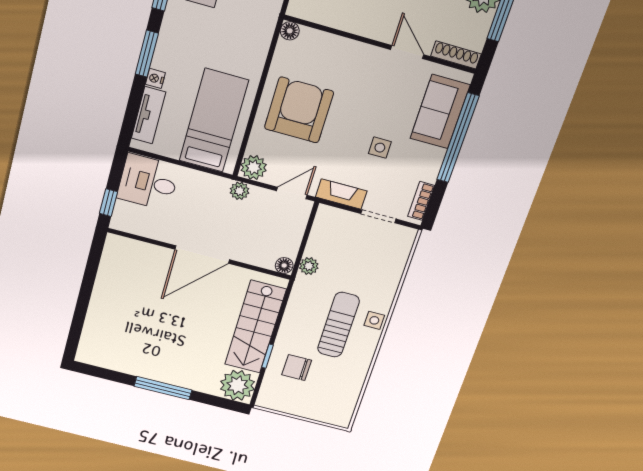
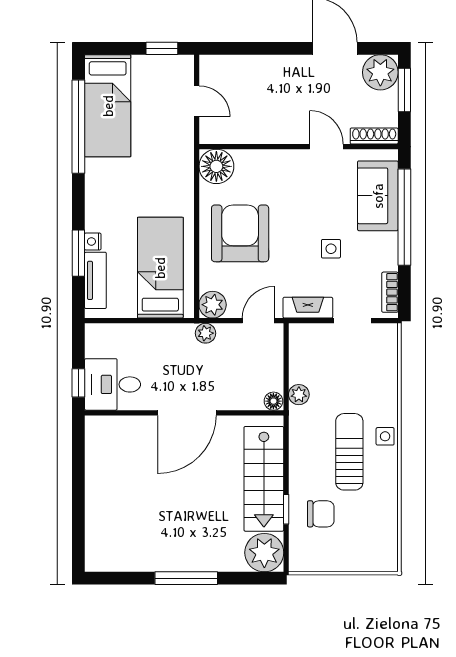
floor lamp: (290, 31) -> (216, 166), width x1.89, depth x1.89
window: (147, 54) -> (78, 253), moved
desk: (148, 182) -> (113, 384), moved
chair: (297, 368) -> (321, 514), turned 180

